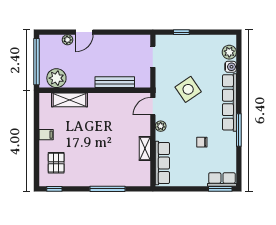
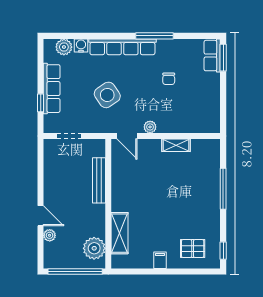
row of seats: (162, 163) -> (52, 89), moved, turned 90

